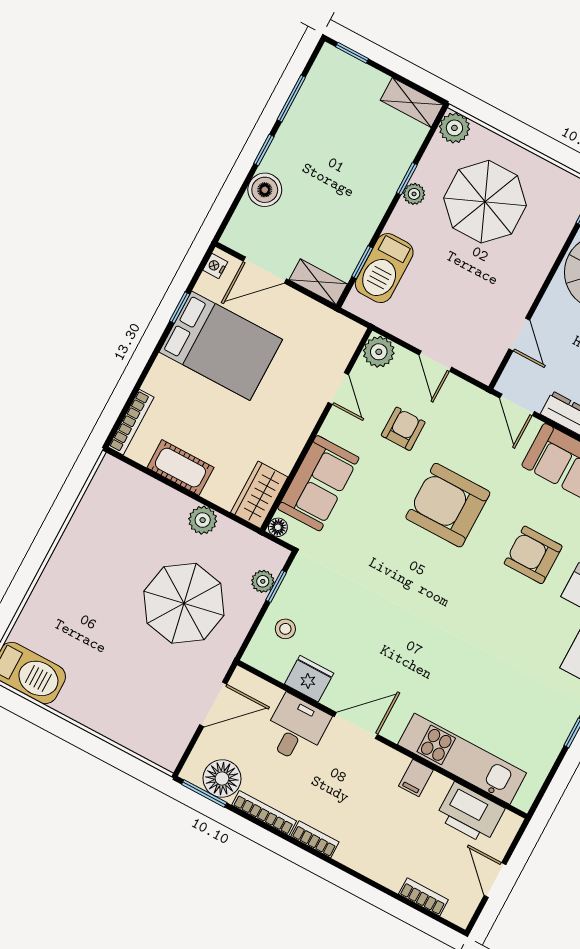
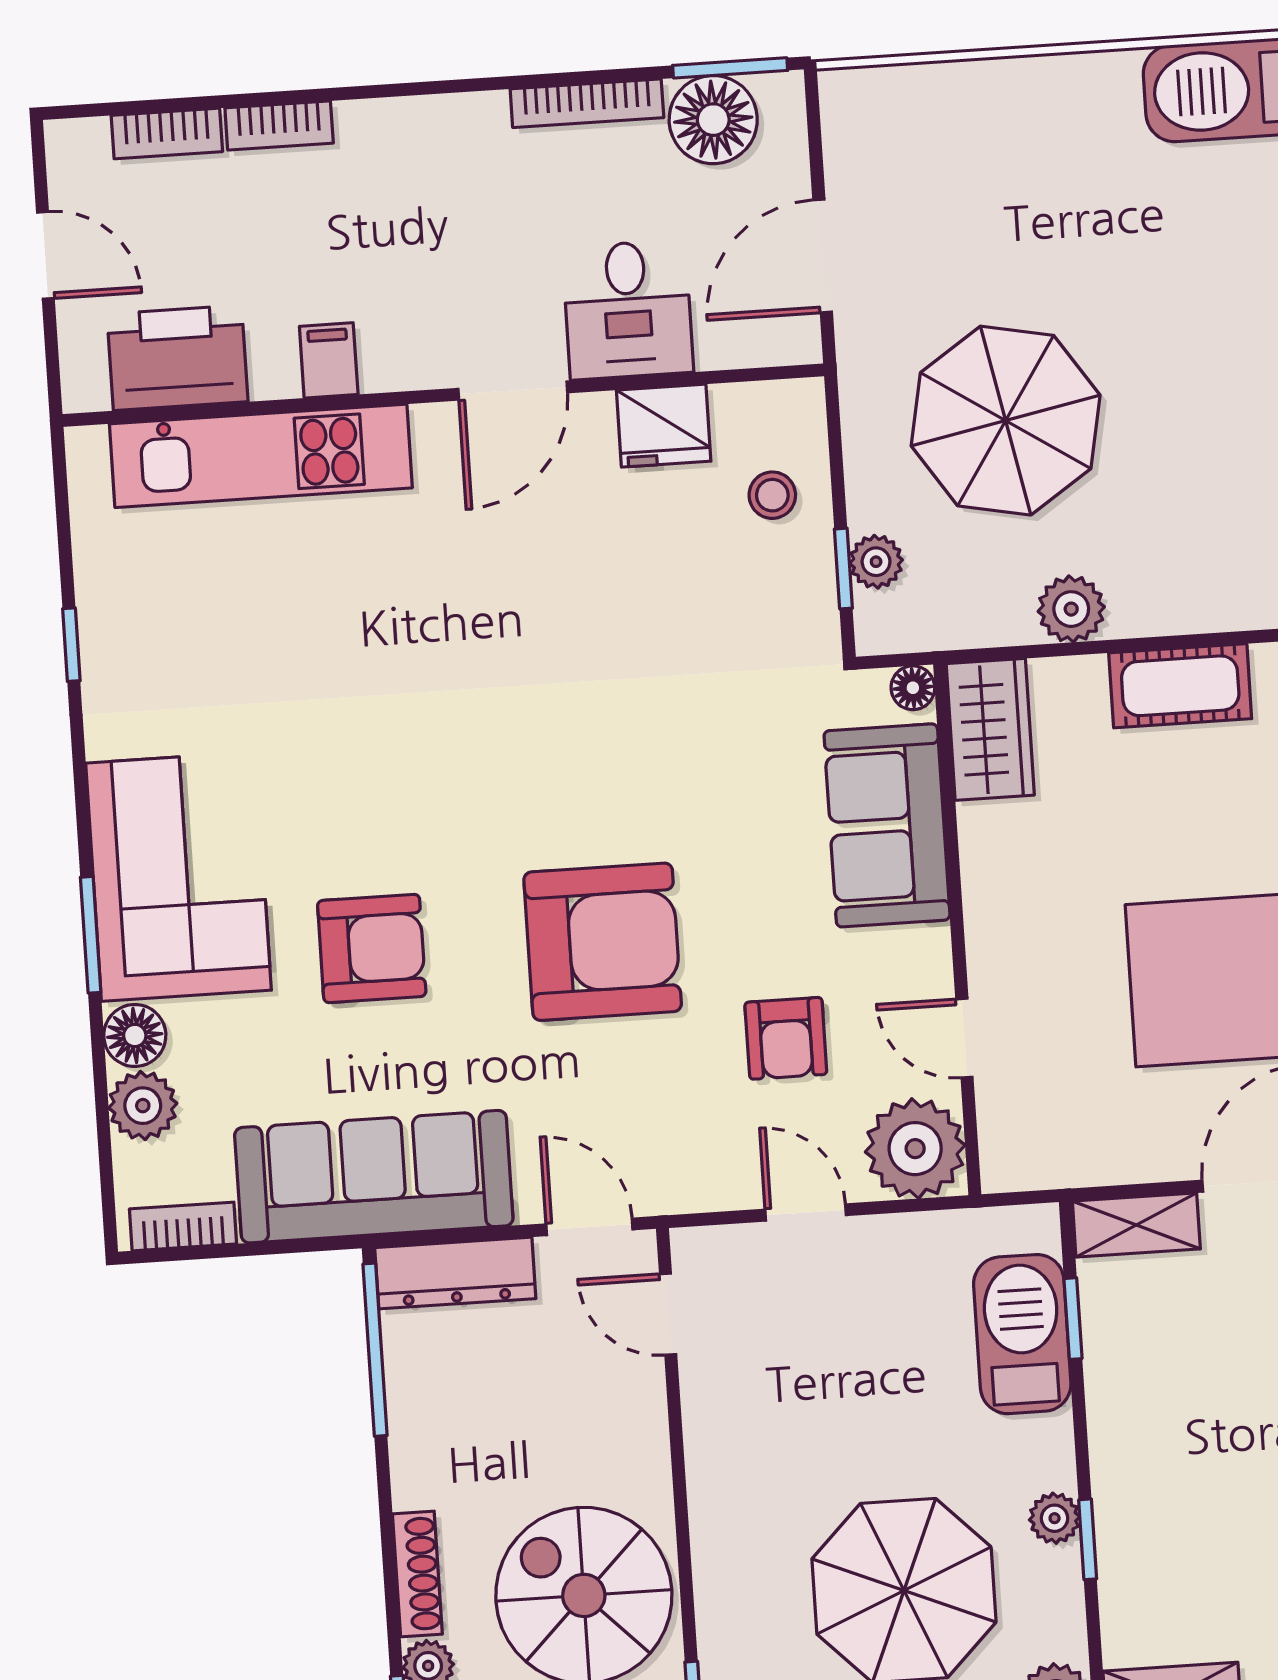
door: (519, 335) -> (668, 1314), moved
plant: (379, 352) -> (915, 1149), width x1.36, depth x1.36
bookcase: (315, 839) -> (279, 125), moved

